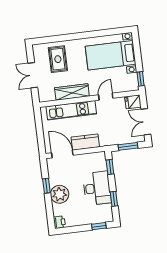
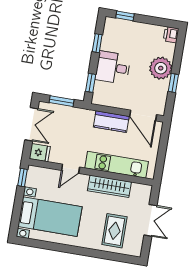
desk: (97, 188) -> (113, 68), width x0.73

